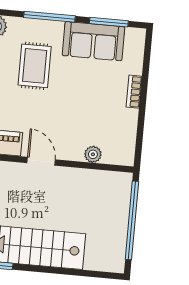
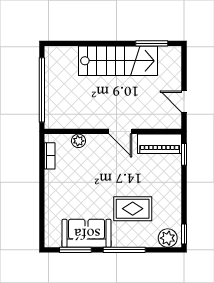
rug: (35, 66) -> (133, 209), turned 90
bookcase: (134, 92) -> (50, 156), moved

